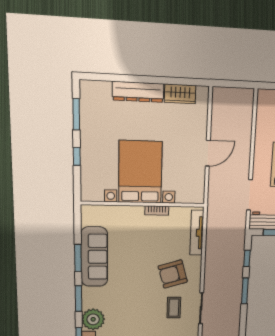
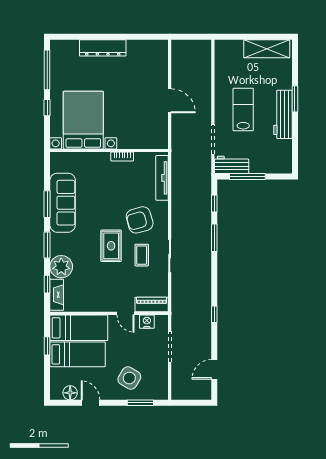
wardrobe: (180, 94) -> (141, 48), removed
window: (76, 114) -> (47, 70), width x1.44
door: (208, 153) -> (170, 101), hinge flipped
bed with nightstands: (140, 172) -> (83, 120), moved
rug: (144, 299) -> (111, 246), added

